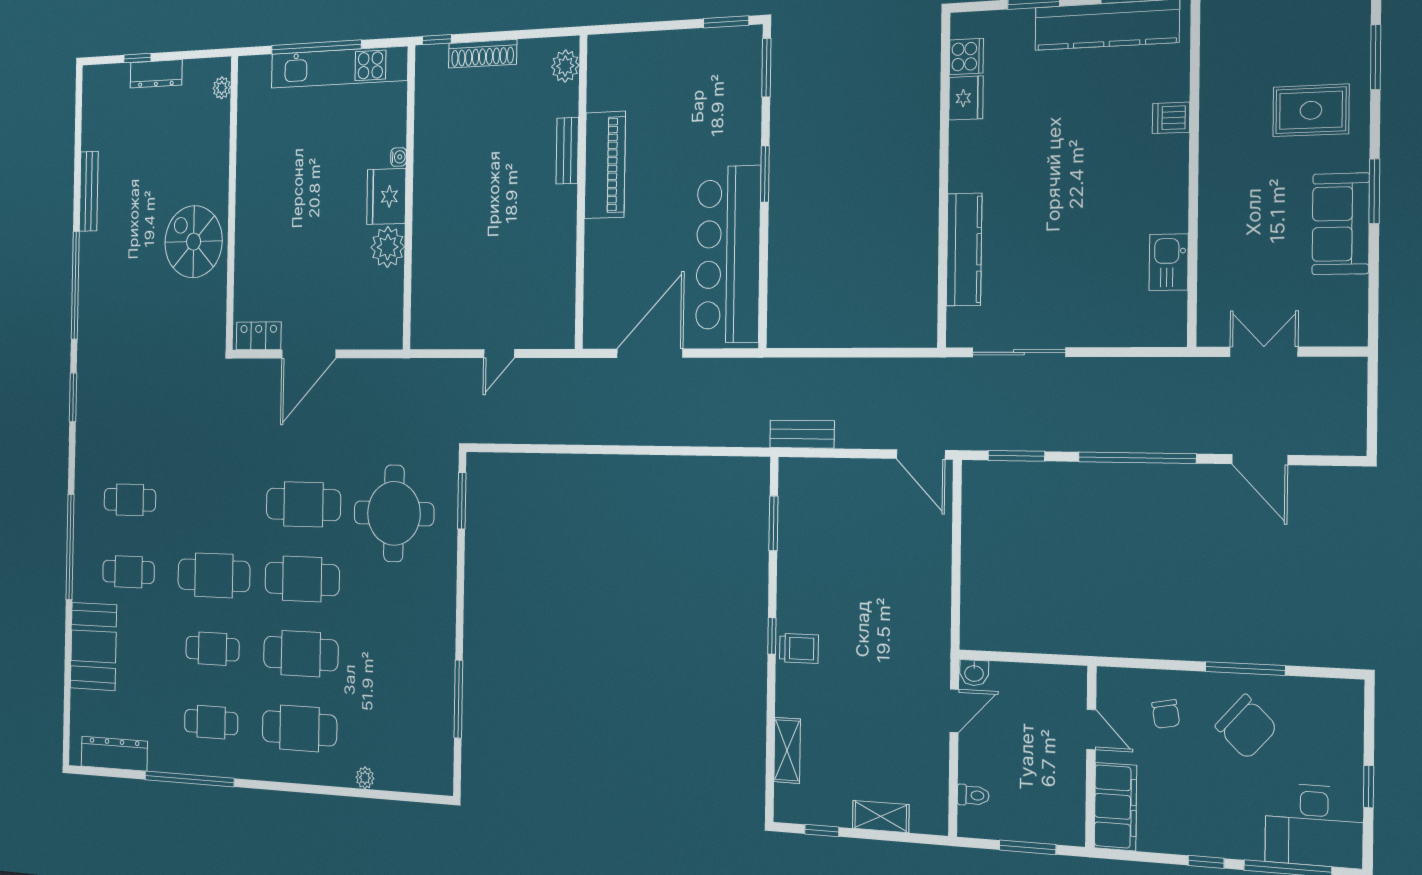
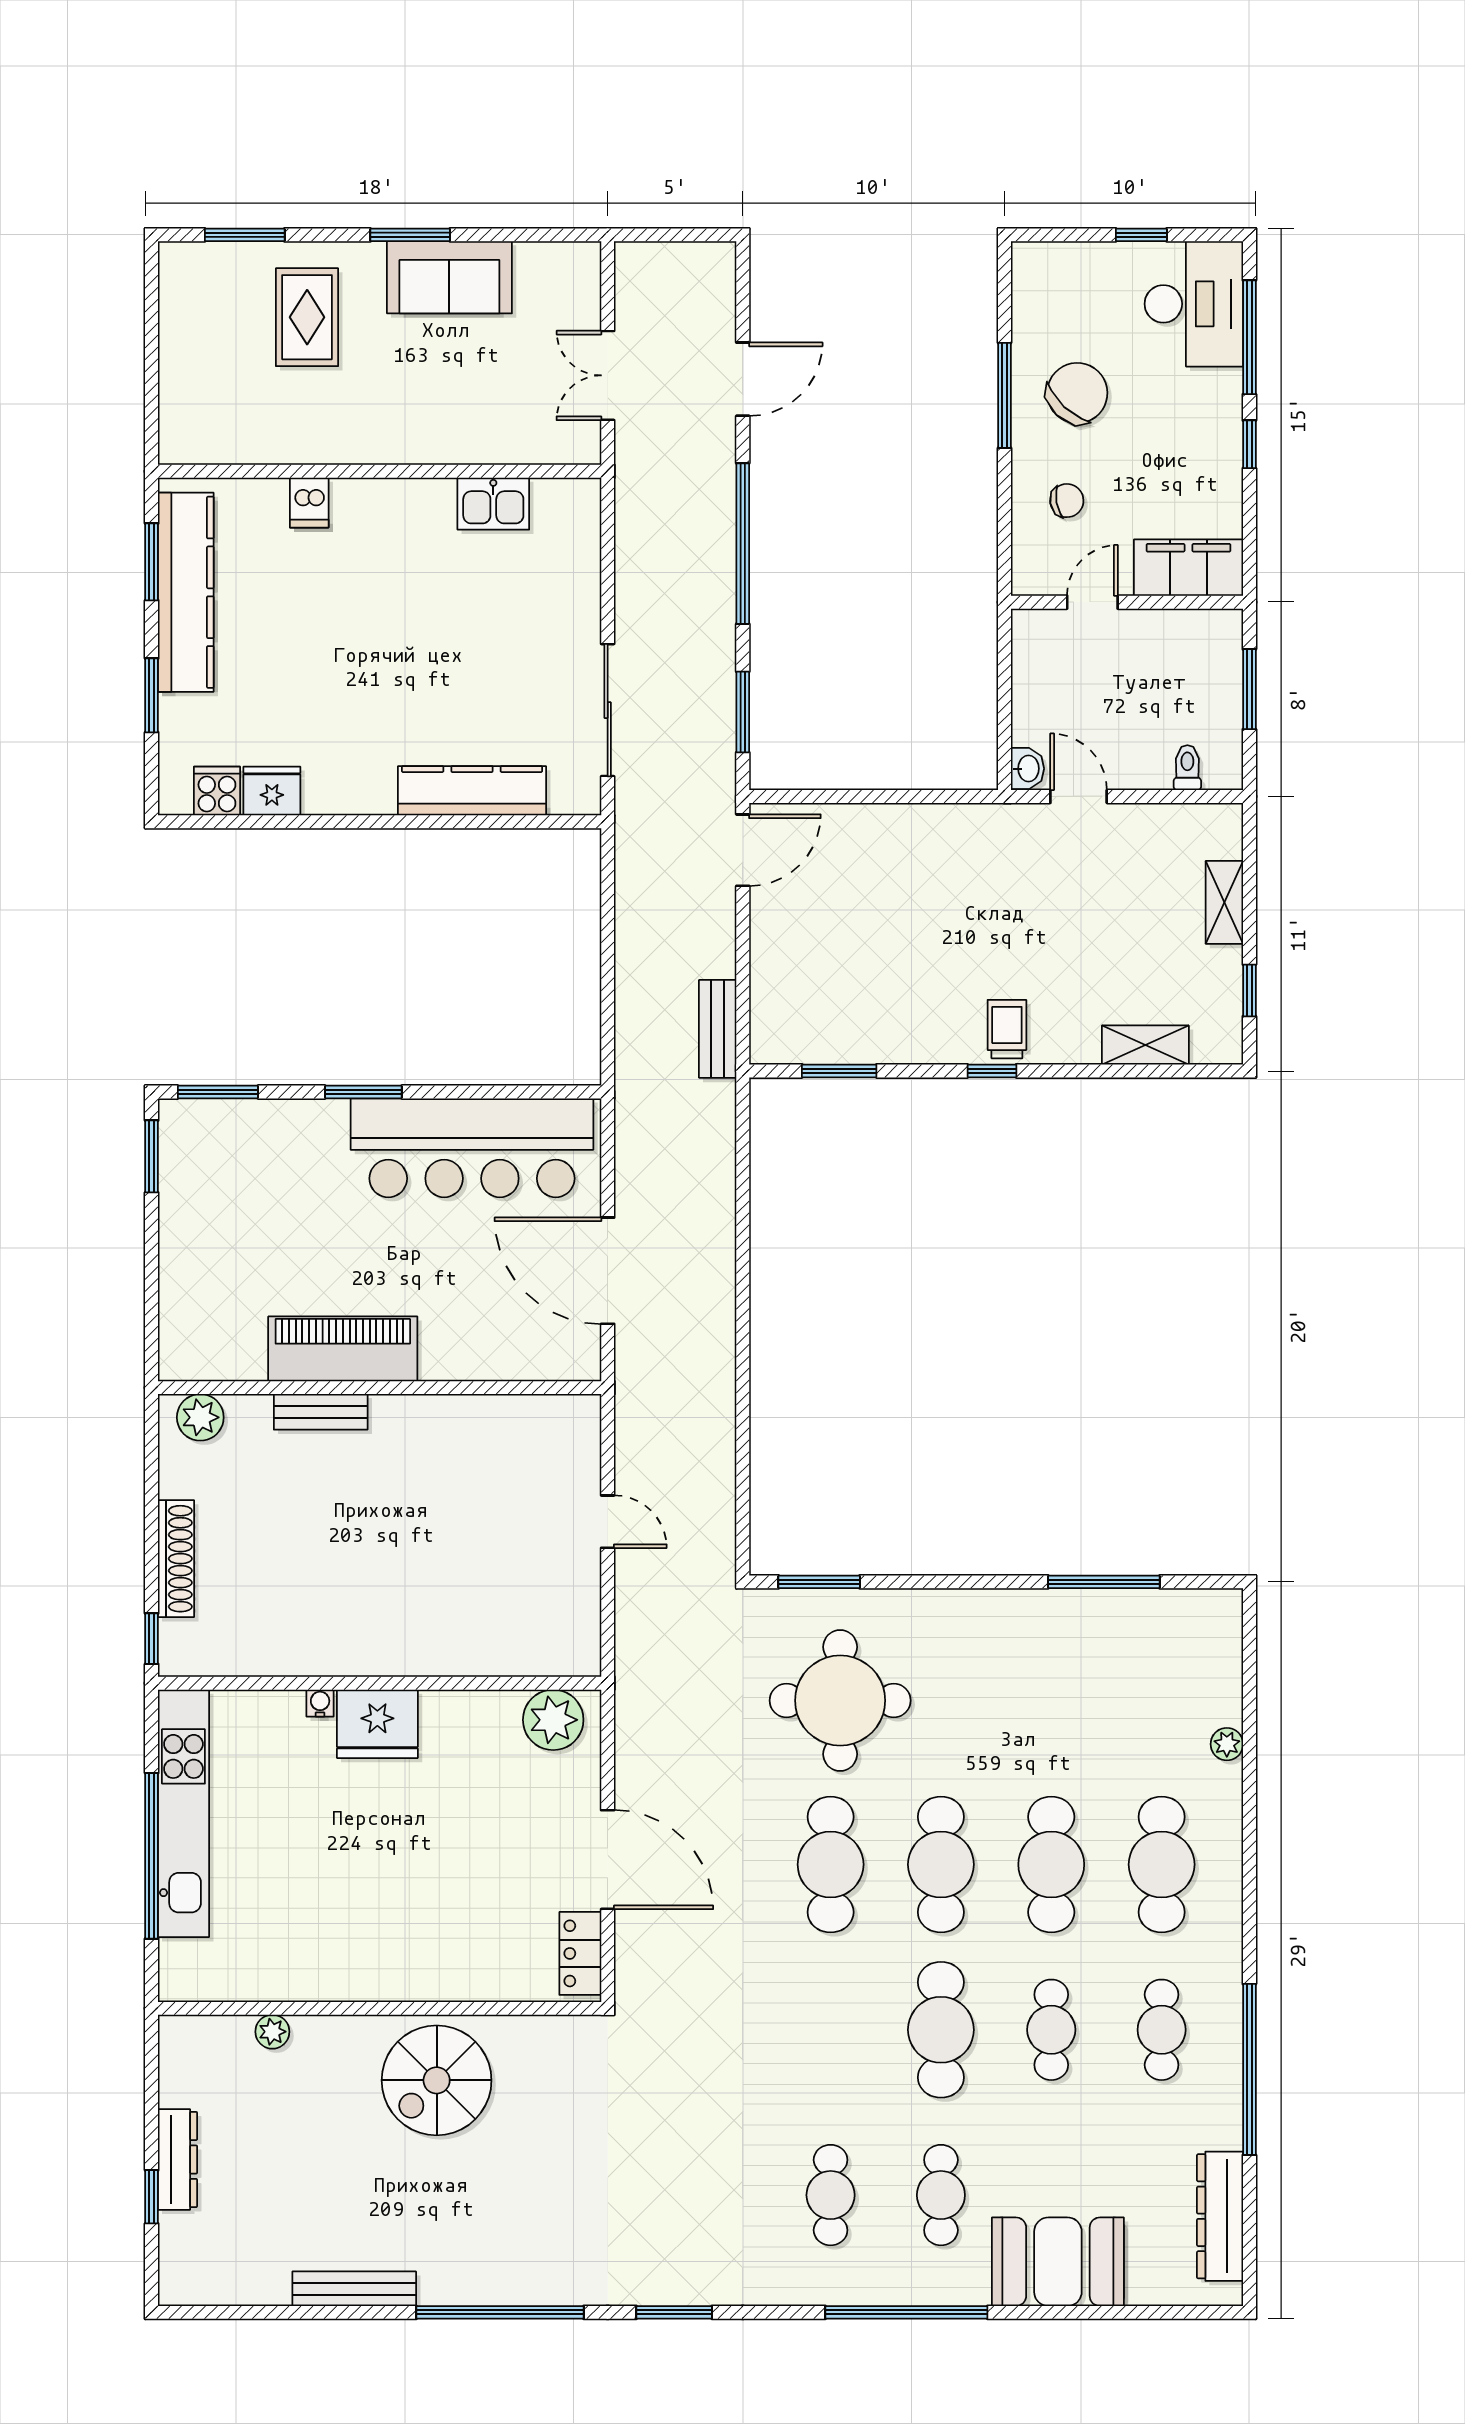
plant: (222, 88) -> (272, 2032), moved
plant: (388, 247) -> (553, 1720), moved

